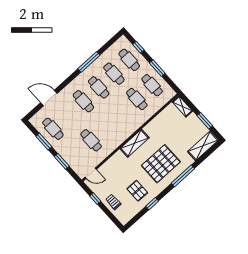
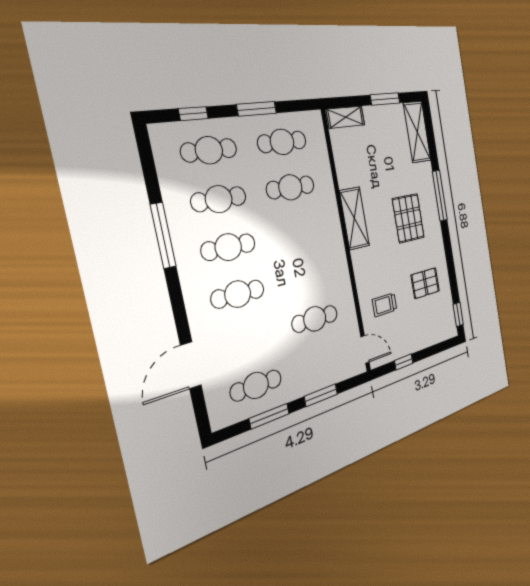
shelving: (135, 143) -> (354, 218), moved
pallet: (161, 164) -> (408, 218), width x0.73, depth x0.71
door: (91, 173) -> (365, 349), hinge flipped
trolley: (113, 202) -> (385, 305), moved
window: (152, 204) -> (458, 315), moved

